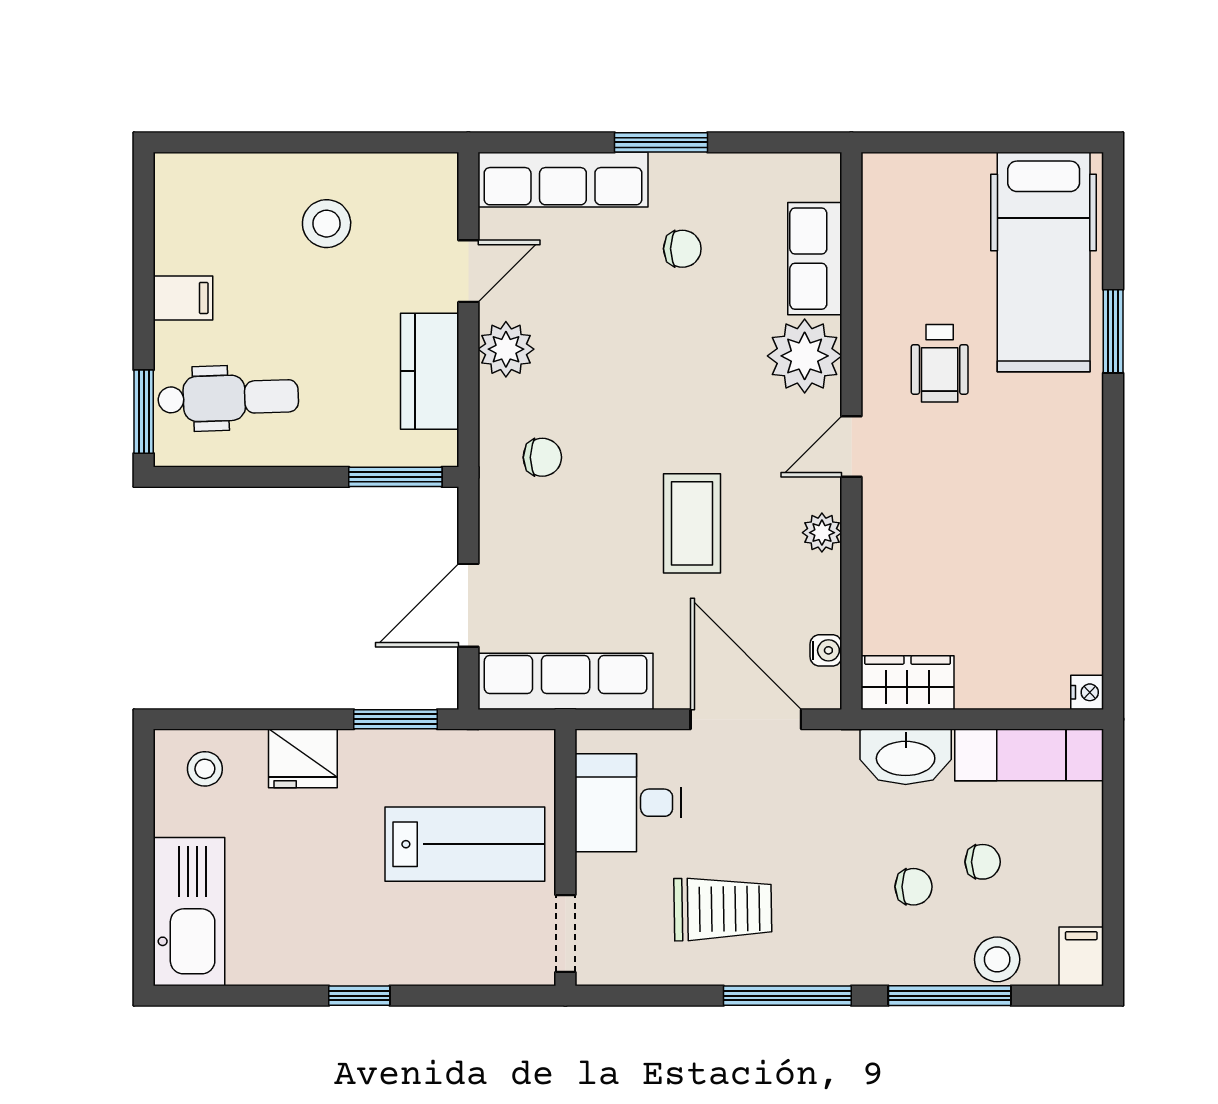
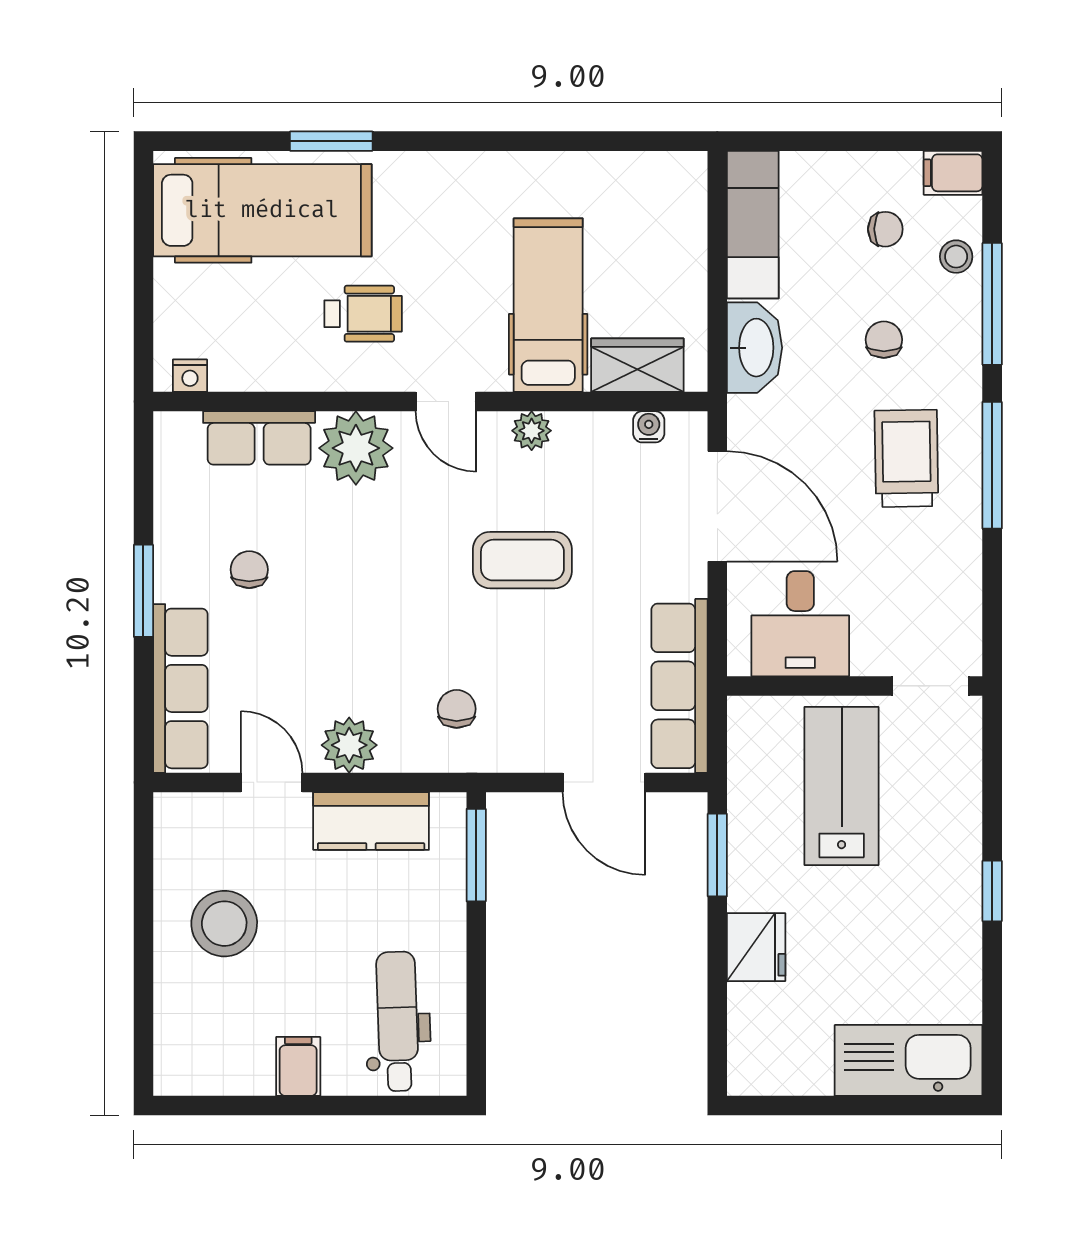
stool: (327, 224) -> (224, 924), width x1.38, depth x1.38
window: (144, 412) -> (411, 1105), removed
hospital bed: (948, 549) -> (548, 305), added
wardrobe: (907, 683) -> (637, 365), moved, turned 90
nightstand: (1087, 692) -> (190, 376), moved, turned 180
door: (746, 719) -> (717, 506), swing flipped
stool: (205, 769) -> (767, 1045), removed
chair: (983, 862) -> (885, 229), moved, turned 90
trolley: (723, 909) -> (906, 458), moved
stool: (997, 959) -> (956, 257), width x0.73, depth x0.73

